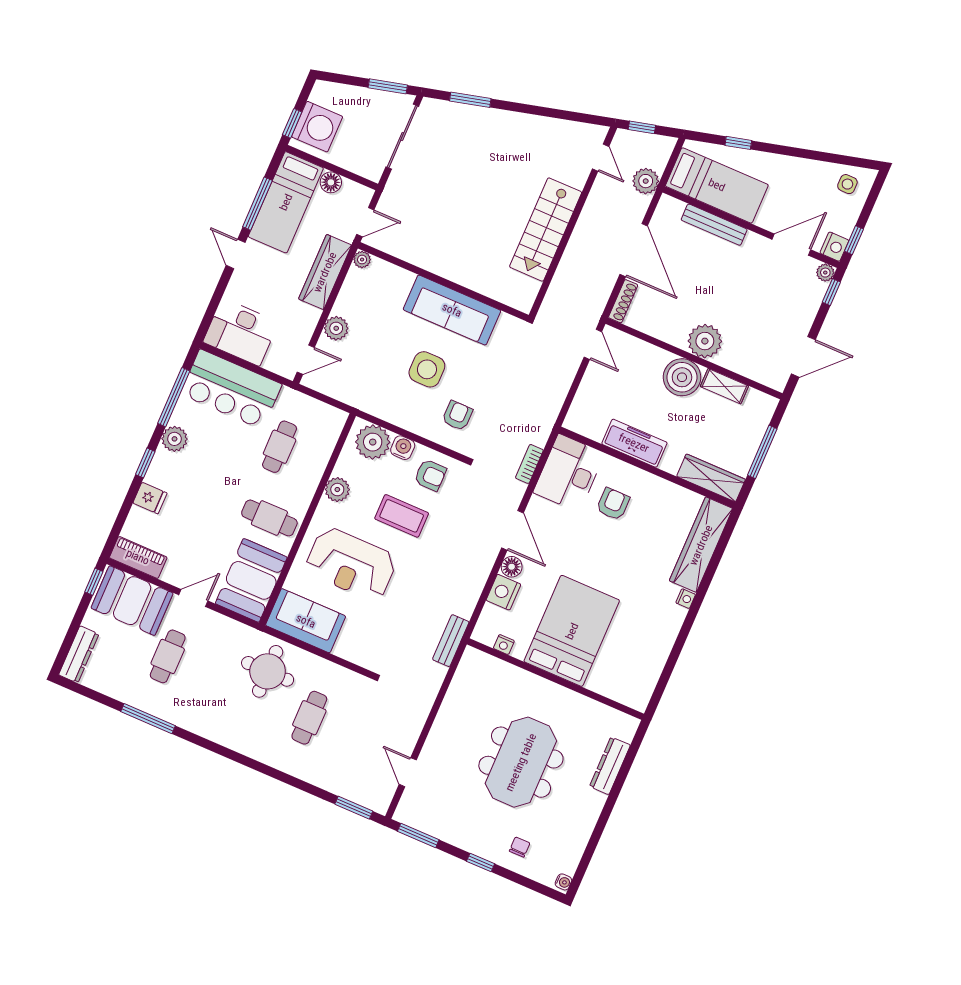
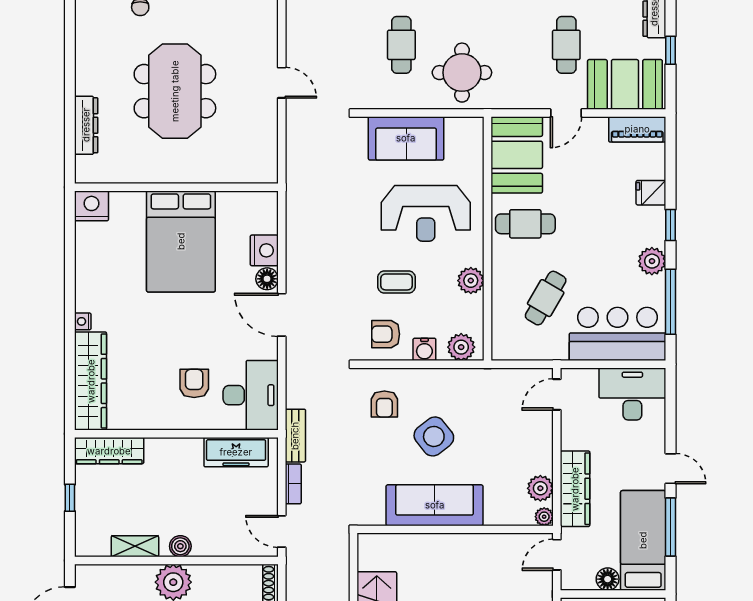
plant: (336, 328) -> (540, 488), moved
side table: (427, 369) -> (434, 436), turned -38
boiler: (682, 377) -> (180, 546), width x0.54, depth x0.54
plant: (373, 442) -> (461, 347), width x0.73, depth x0.73
freezer: (634, 443) -> (236, 452), moved
cafe table: (280, 447) -> (546, 298), turned 30
window: (762, 452) -> (70, 498), width x0.46
bookcase: (529, 464) -> (293, 484), moved
armchair: (613, 504) -> (194, 383), turned 180
coffee table: (402, 516) -> (397, 282), width x0.73, depth x0.77
reception desk: (351, 564) -> (426, 213), turned 180
window: (94, 582) -> (670, 50), moved
sofa: (306, 621) -> (406, 138), moved
bench: (451, 641) -> (295, 436), moved
nightstand: (504, 645) -> (92, 206), moved, width x1.89, depth x1.79
door: (408, 772) -> (282, 83), moved

